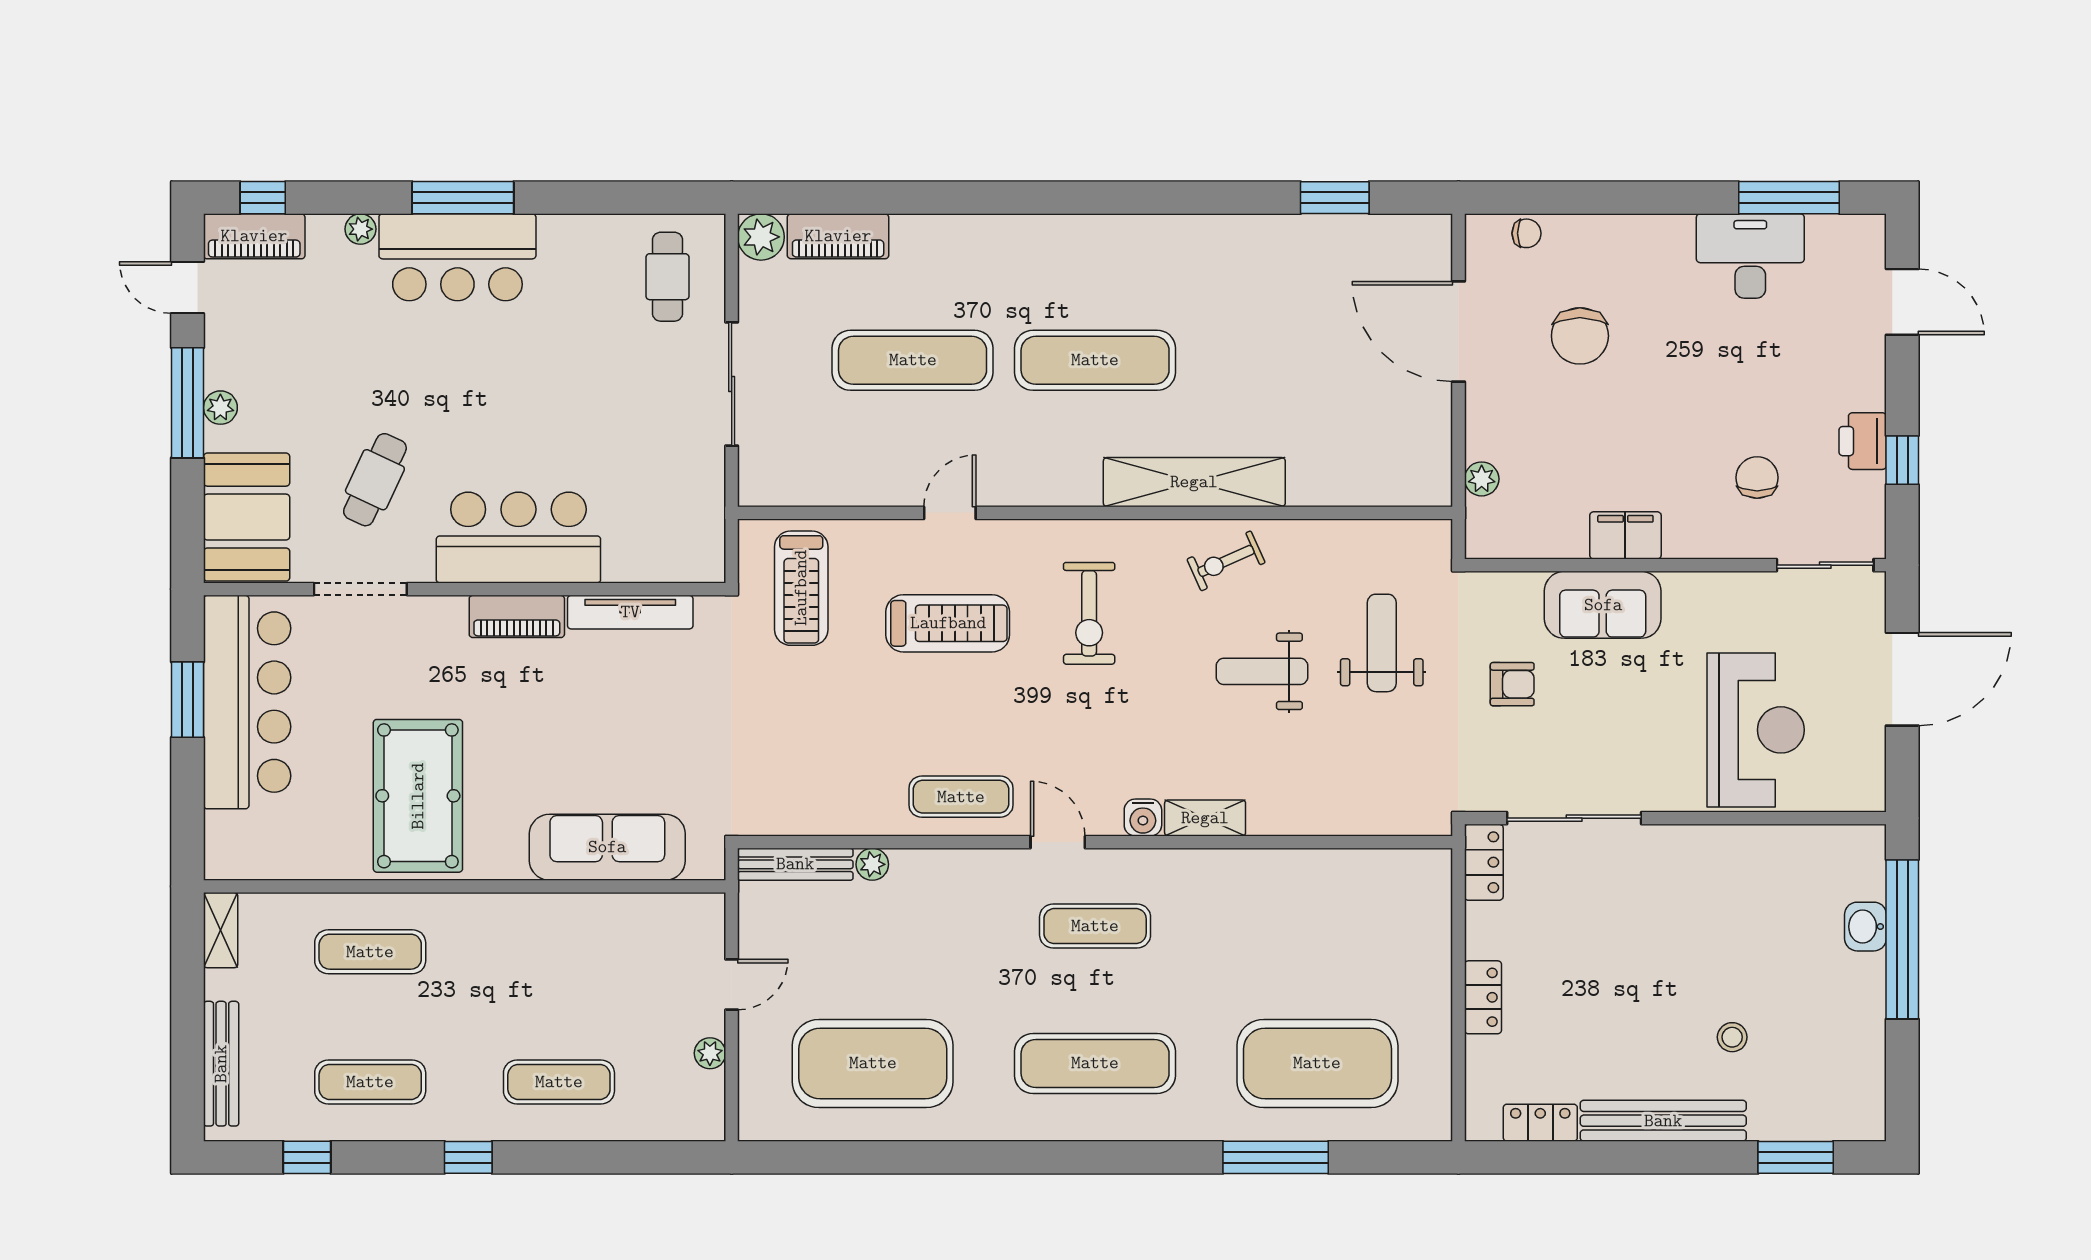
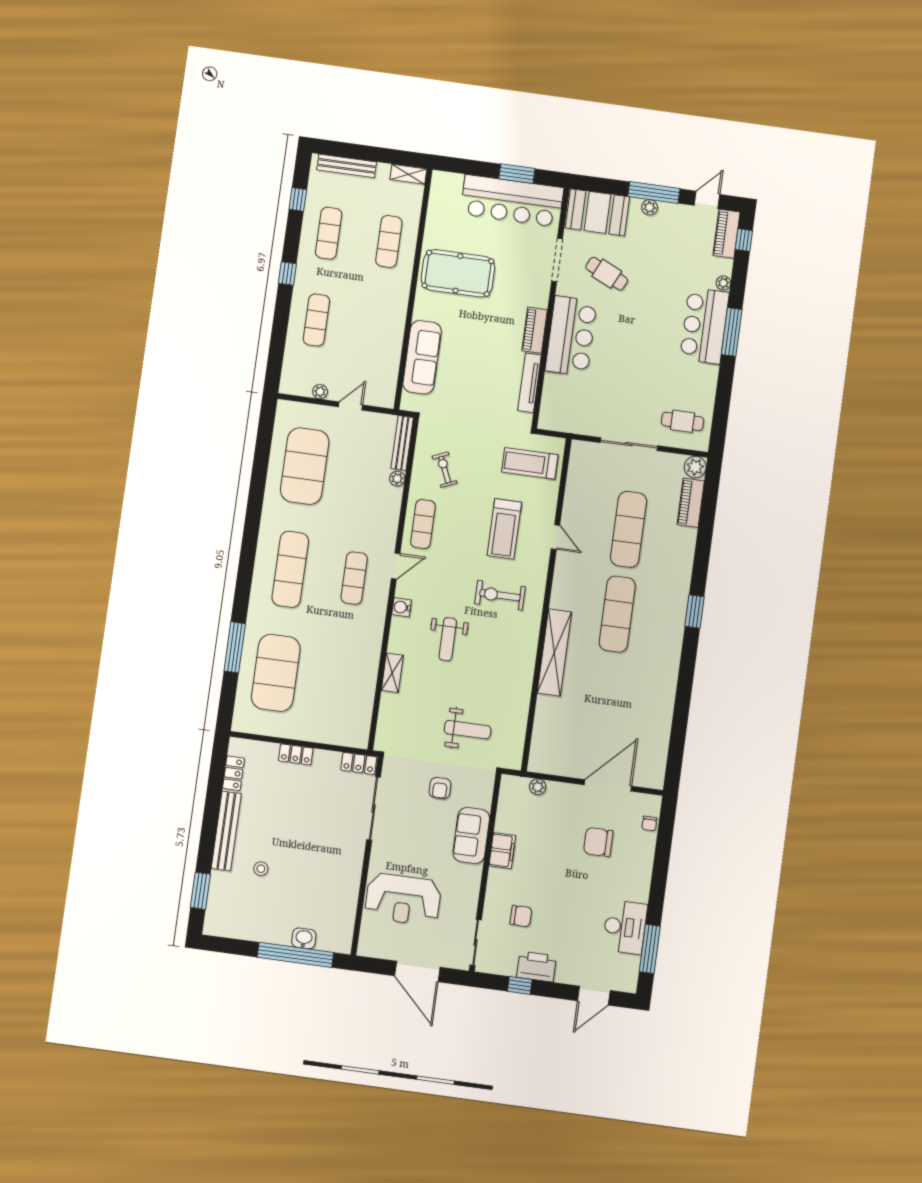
window: (1335, 198) -> (695, 612), moved
printer: (1863, 441) -> (536, 967), width x1.37, depth x1.19
exercise bike: (1226, 561) -> (445, 470), moved
weight bench: (1262, 671) -> (448, 639), moved, turned 180
shelving: (1205, 818) -> (392, 673), moved
door: (732, 985) -> (350, 406), swing flipped

